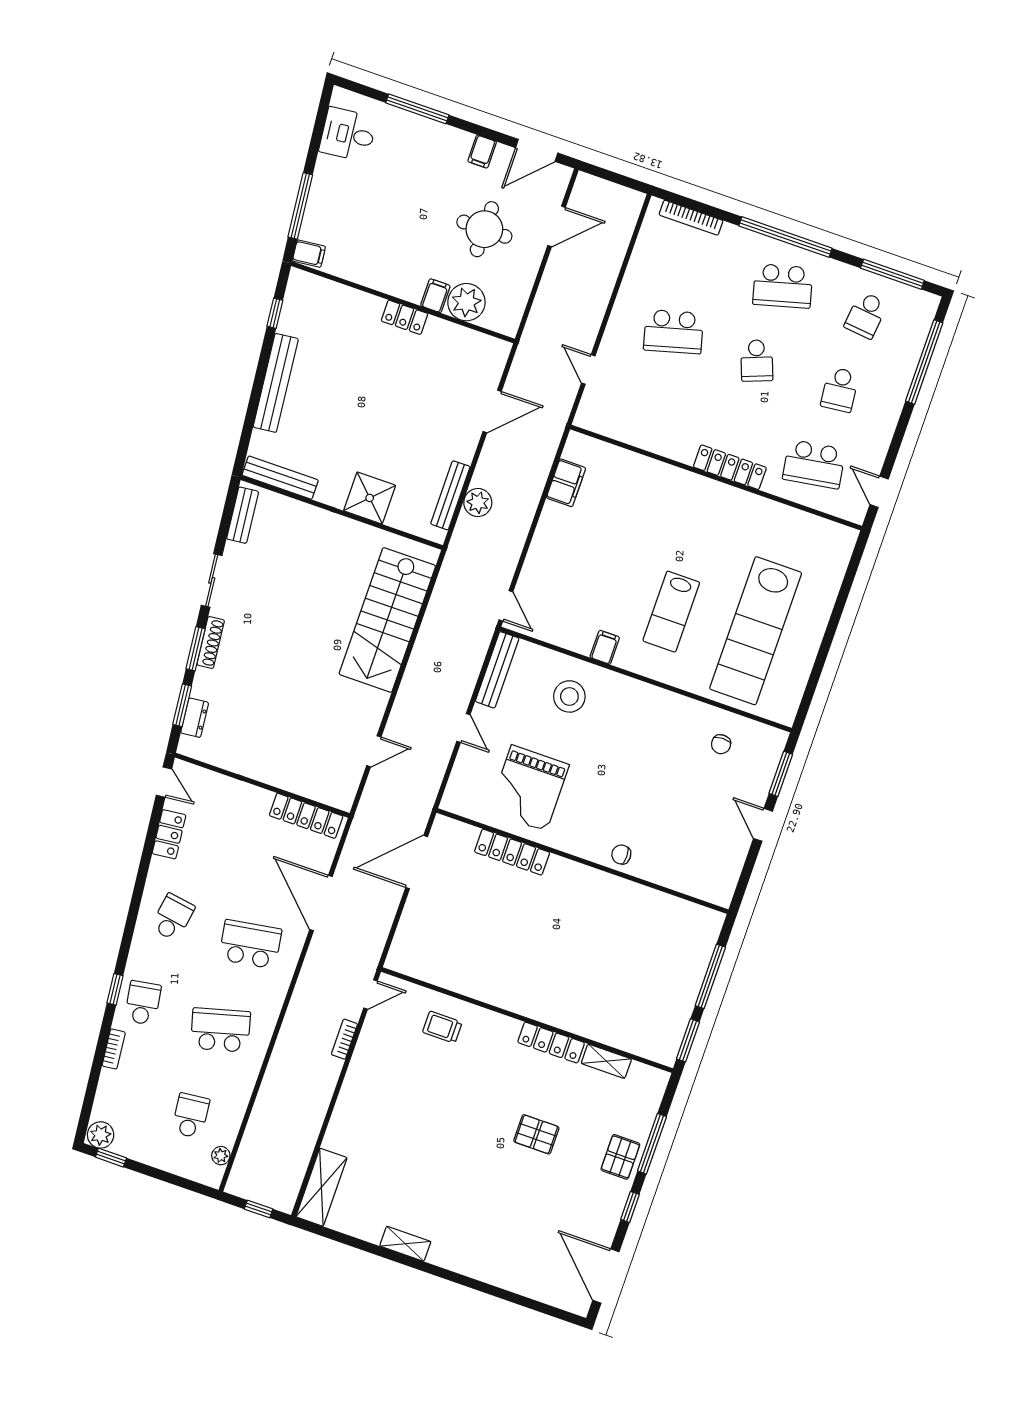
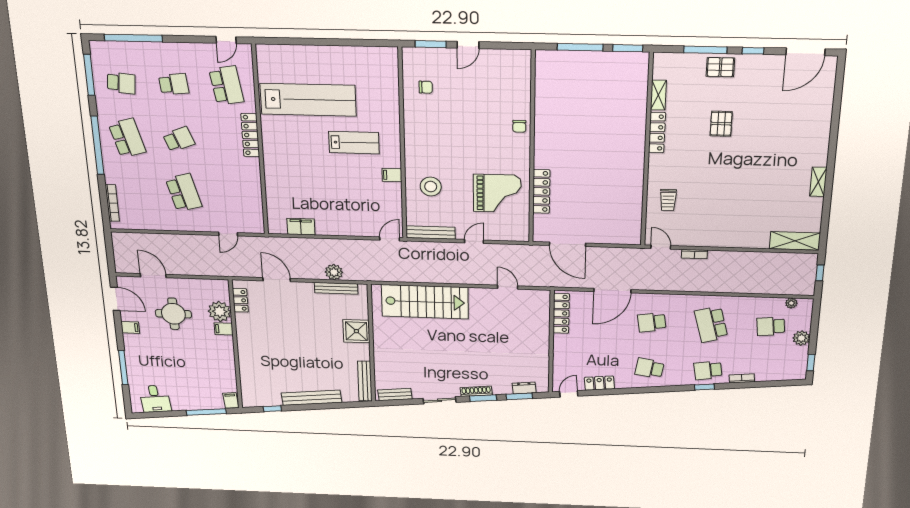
locker: (405, 317) -> (240, 300), moved
lab bench: (756, 631) -> (308, 100), moved
school desk: (250, 944) -> (652, 322), width x0.54
plant: (101, 1135) -> (801, 338), moved

